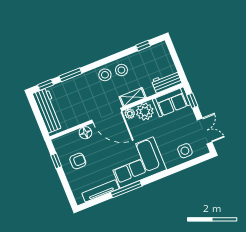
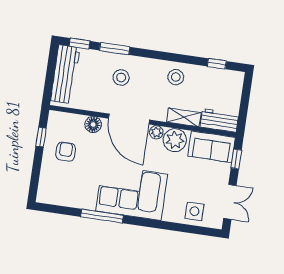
stool: (105, 75) -> (121, 78), moved
shelving: (133, 97) -> (184, 117), moved
armchair: (78, 161) -> (66, 152), turned -90
tv unit: (100, 191) -> (72, 201), removed

